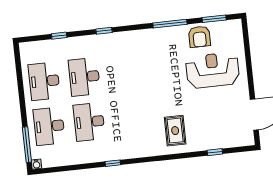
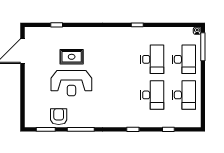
reception desk: (213, 70) -> (71, 83), moved
rug: (175, 131) -> (72, 57), moved, turned 90

